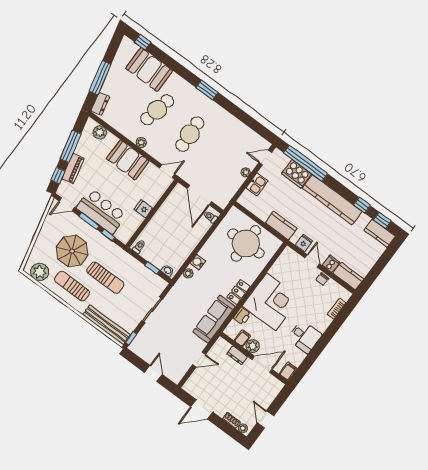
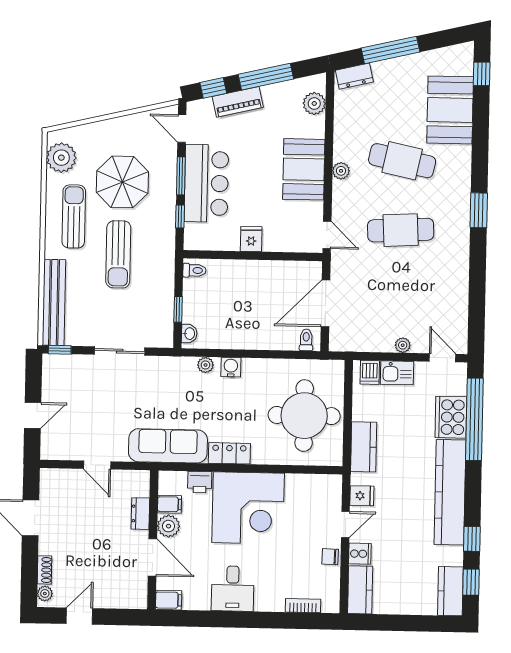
dishwasher: (248, 197) -> (370, 372), added

